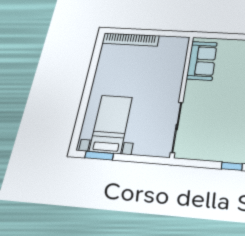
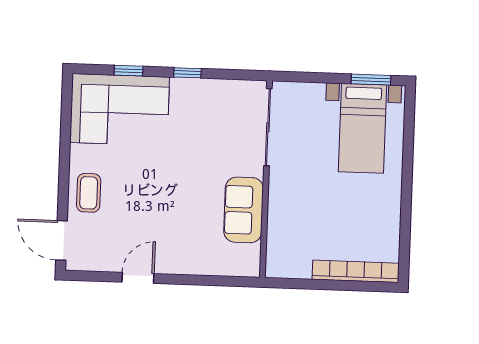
sofa: (202, 61) -> (244, 210), moved

